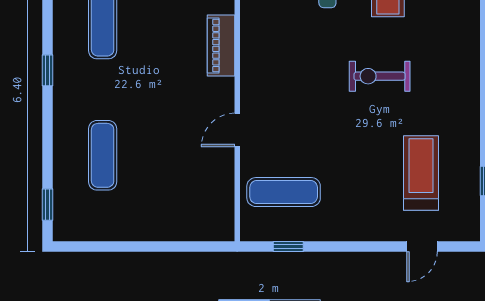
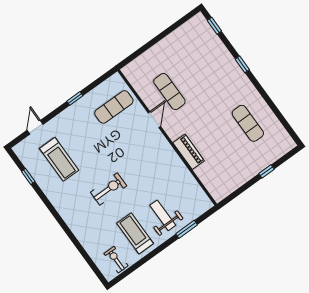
window: (47, 70) -> (242, 64), moved
exercise mat: (103, 155) -> (169, 92), moved
window: (288, 247) -> (75, 98), moved

